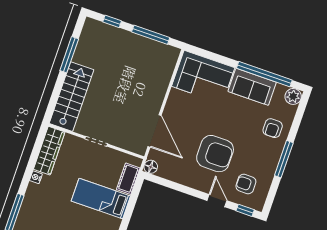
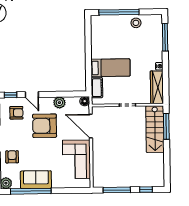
window: (69, 55) -> (166, 126), moved
corner sofa: (203, 77) -> (77, 159), moved, turned -90
plant: (185, 177) -> (59, 103), added

